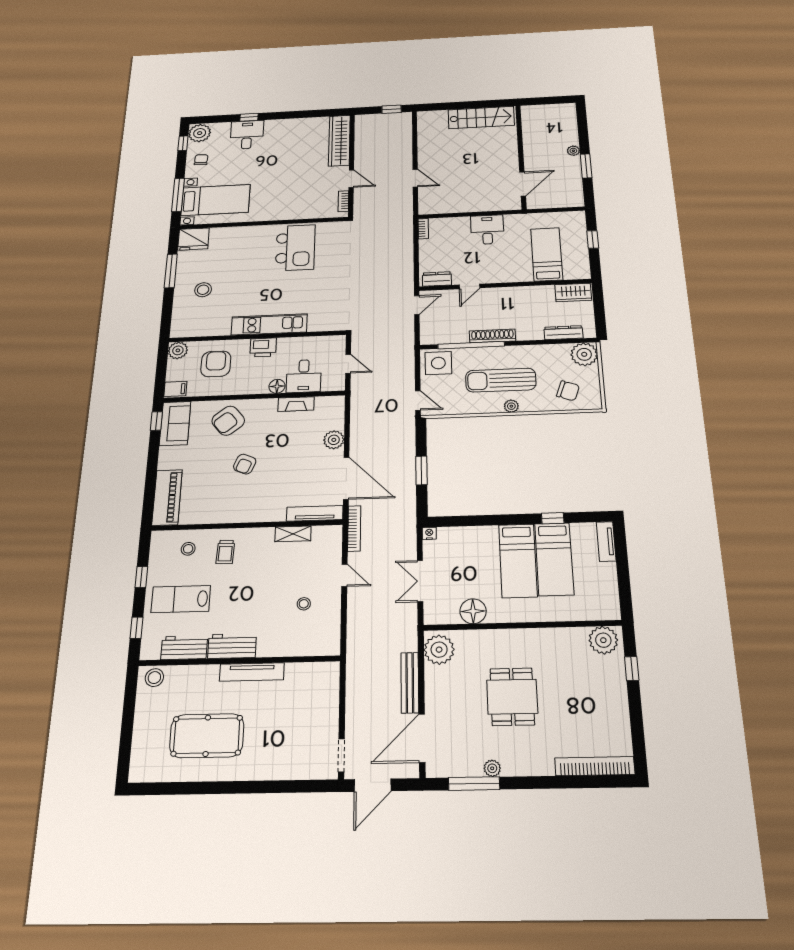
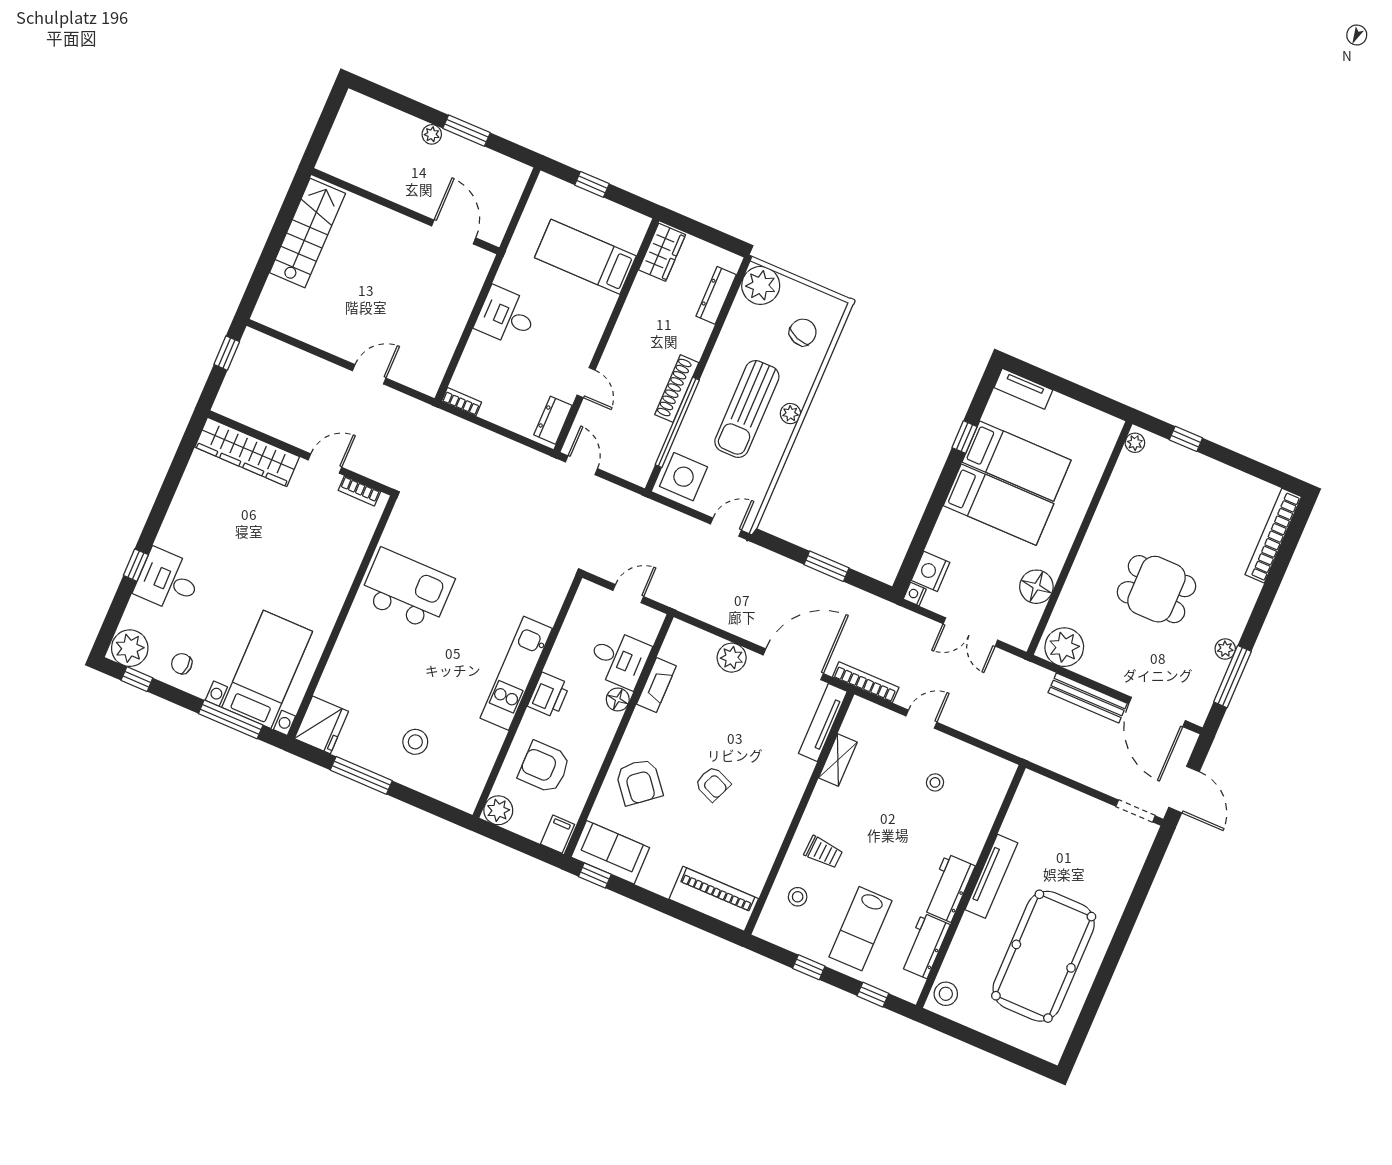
nightstand: (450, 537) -> (931, 571), added
plant: (603, 640) -> (1135, 443), width x0.53, depth x0.53
pool table: (207, 736) -> (1044, 956), width x1.36, depth x1.32

